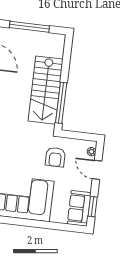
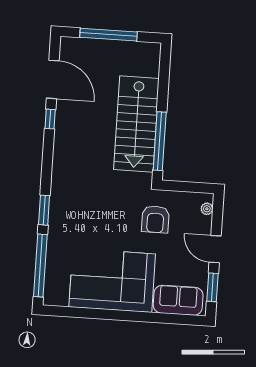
door: (97, 170) -> (215, 249), moved
sofa: (79, 208) -> (178, 300), moved, turned 90

